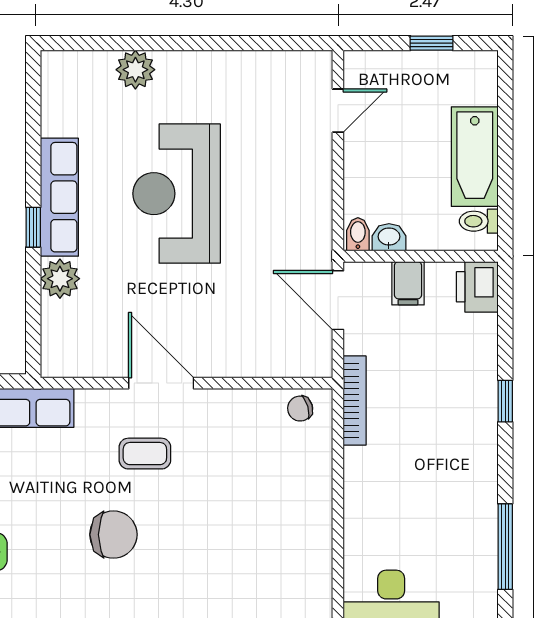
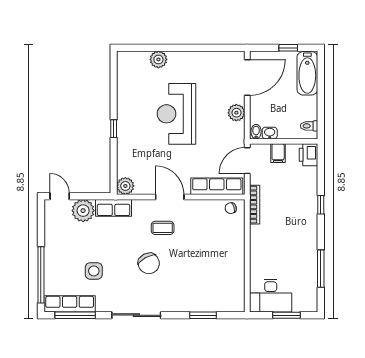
door: (338, 111) -> (247, 77), width x1.87
bathtub: (475, 157) -> (307, 73), moved
plant: (313, 191) -> (236, 113), added
row of seats: (59, 197) -> (217, 186), moved, turned -90
plant: (60, 279) -> (125, 186), moved
door: (338, 300) -> (247, 161), hinge flipped
chair: (113, 535) -> (149, 263), turned 62

